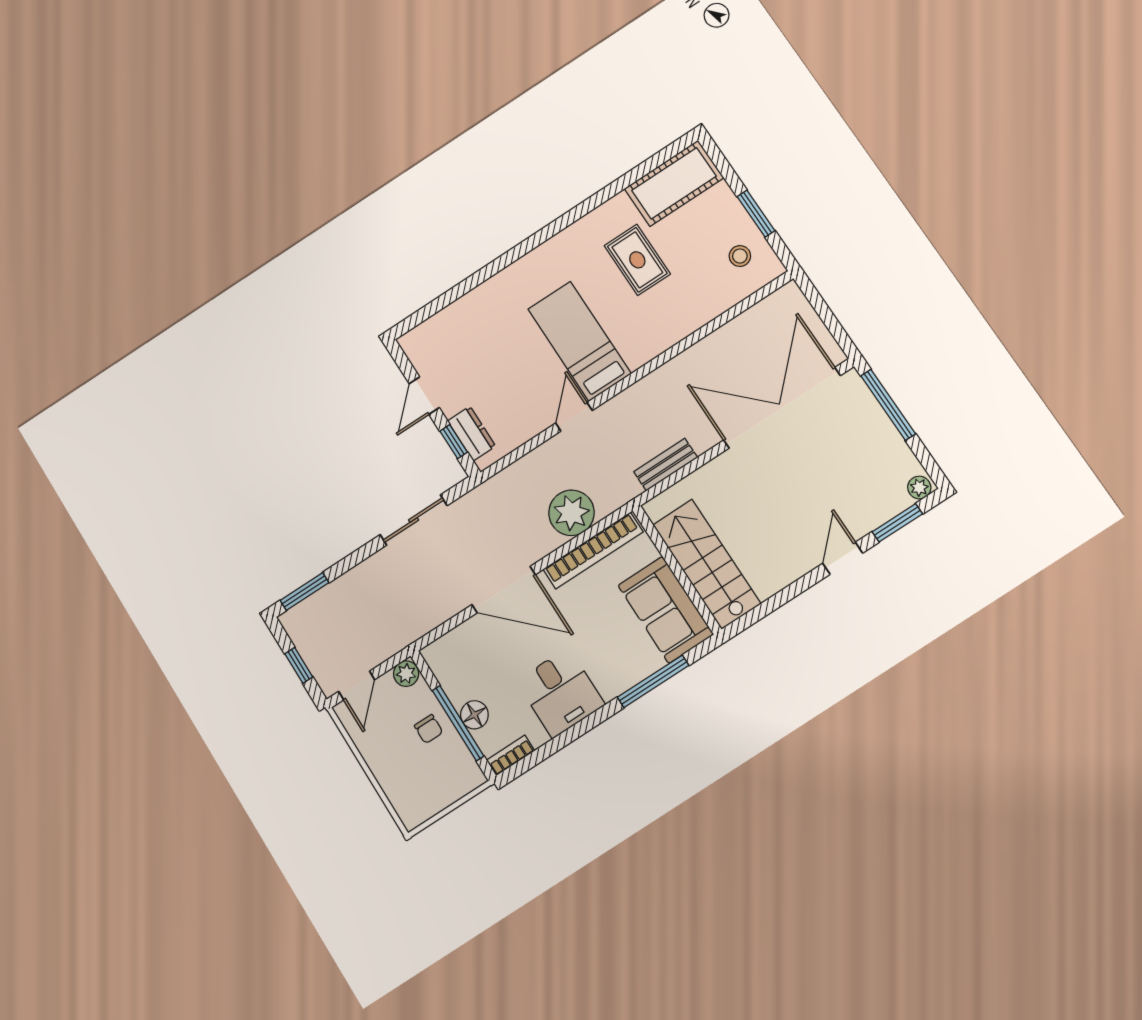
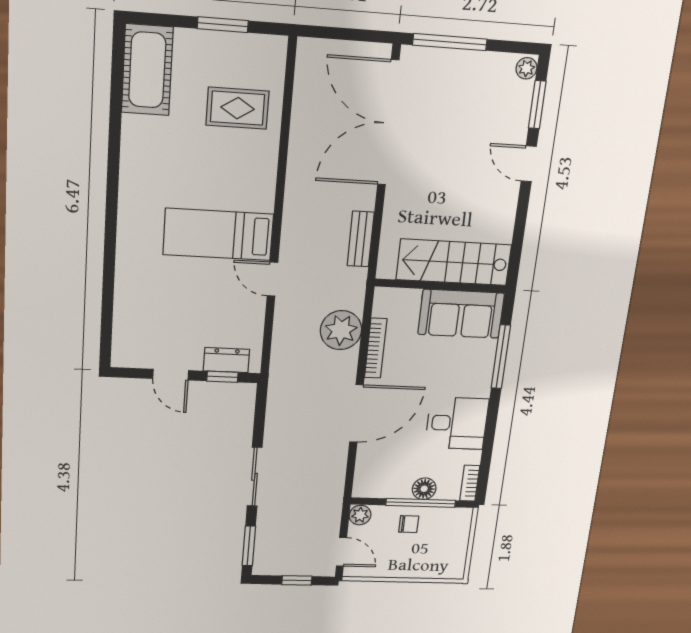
stool: (740, 256) -> (247, 64), removed
rug: (637, 260) -> (238, 108), moved
sliding door: (414, 520) -> (255, 477), moved
bookcase: (593, 551) -> (376, 348), width x0.68, depth x0.76

